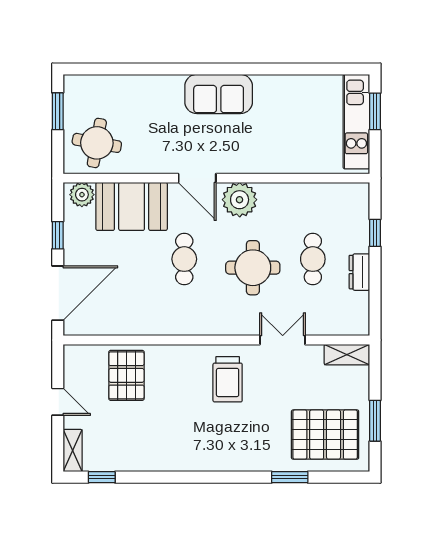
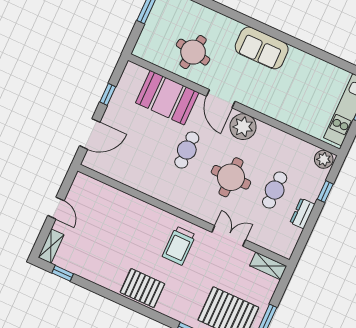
round table: (97, 143) -> (193, 52), moved
plant: (82, 195) -> (324, 159), moved
door: (58, 293) -> (90, 134), width x0.73
pallet: (126, 375) -> (142, 288), moved, turned 90

